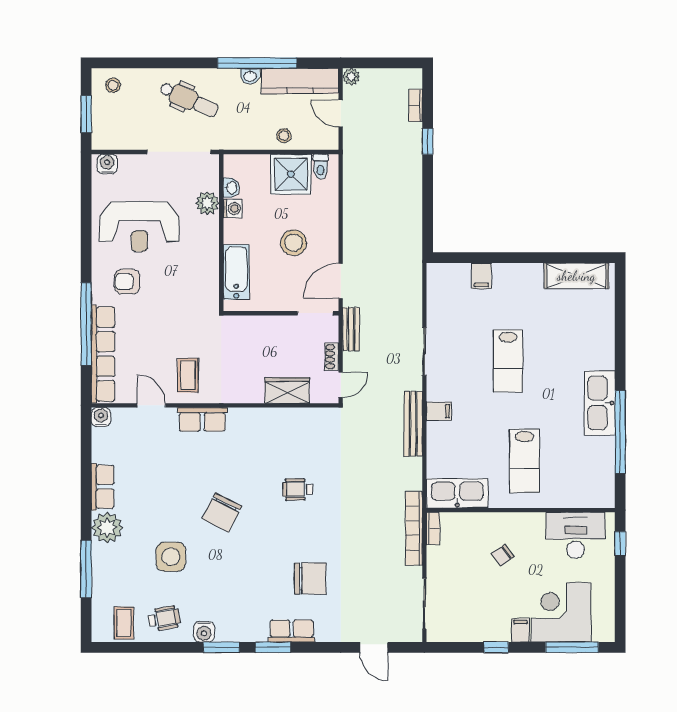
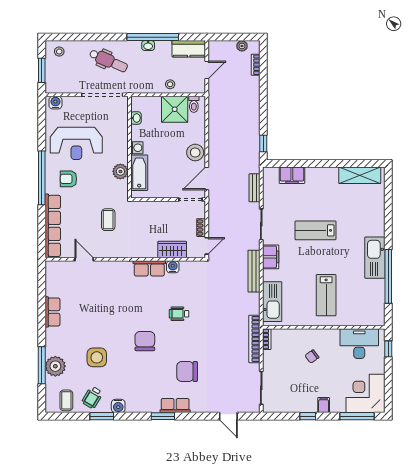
plant: (351, 77) -> (242, 46), moved
kitchen counter: (300, 81) -> (189, 49), width x0.67
door: (341, 114) -> (207, 70), swing flipped
window: (428, 141) -> (263, 144), moved
plant: (207, 203) -> (120, 171), moved
washing machine: (233, 209) -> (137, 148), moved
stool: (294, 243) -> (195, 153), moved
filing cabinet: (482, 276) -> (292, 175), width x2.00
window: (86, 324) -> (42, 178), moved
bench: (351, 329) -> (254, 188), moved
lab bench: (508, 361) -> (316, 230), turned 90
coffee table: (188, 375) -> (108, 220), moved
filing cabinet: (439, 411) -> (271, 257), width x2.00
water cooler: (101, 417) -> (173, 267), moved
row of seats: (202, 419) -> (149, 268), moved
kitchen sink: (457, 493) -> (272, 302), moved, turned 90
chair: (222, 512) -> (145, 341), moved, turned 153
plant: (107, 528) -> (55, 366), moved
chair: (310, 578) -> (187, 371), turned 180
corner desk: (561, 612) -> (365, 393), moved
wheelchair: (164, 618) -> (92, 397), turned 131
window: (221, 647) -> (102, 416), moved

